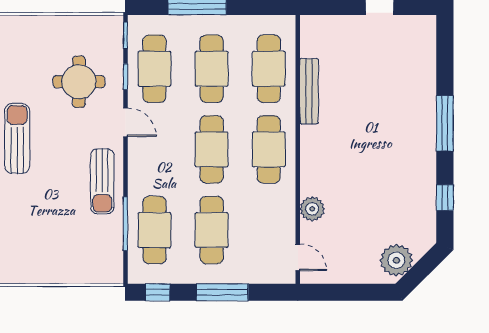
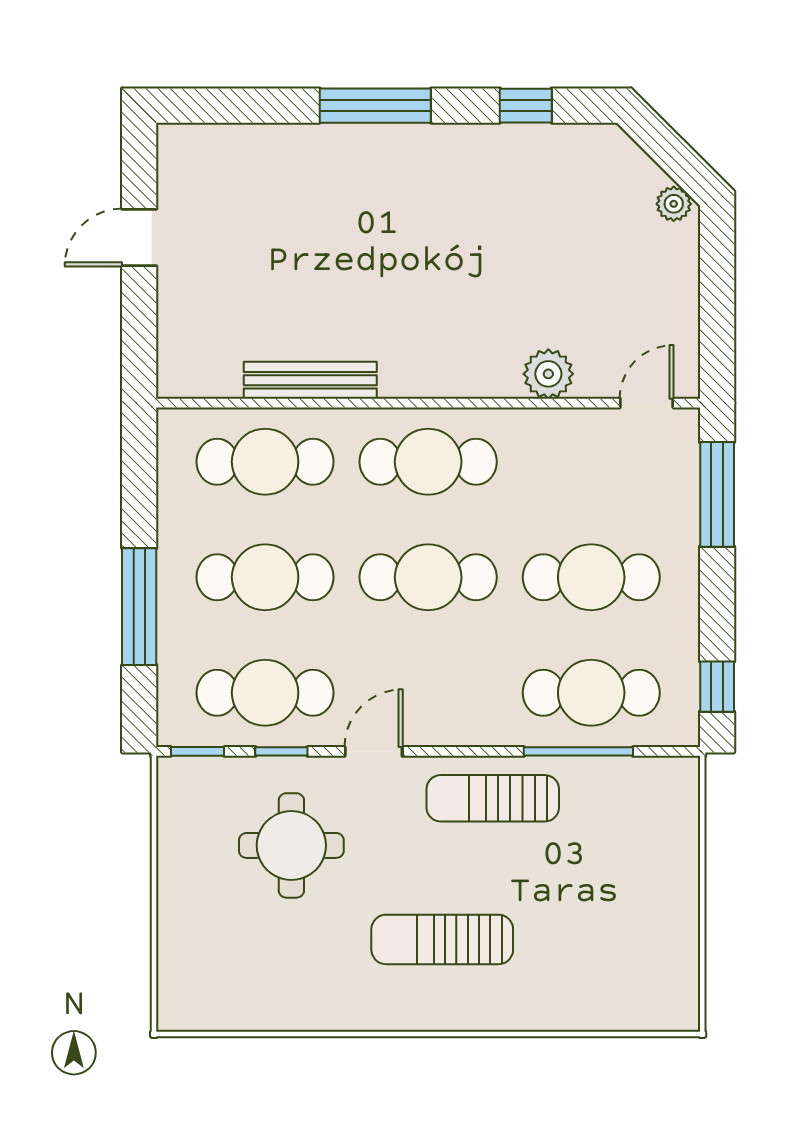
sun lounger: (17, 138) -> (442, 939), moved
sun lounger: (102, 181) -> (493, 798), turned 180
plant: (396, 260) -> (674, 204), width x0.53, depth x0.53
window: (222, 292) -> (717, 494), moved

